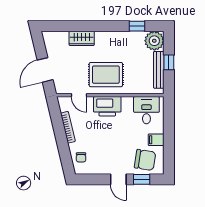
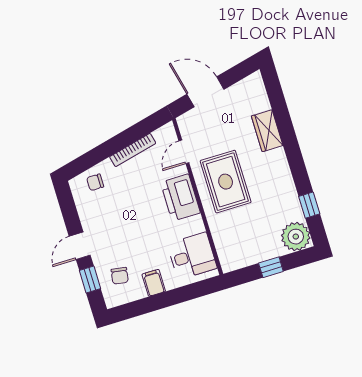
bench: (159, 70) -> (256, 256), removed
chair: (145, 160) -> (120, 276), width x0.54, depth x0.54

